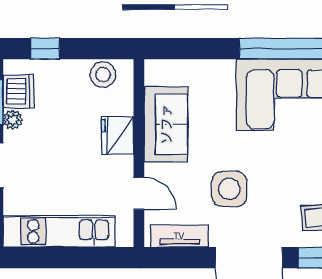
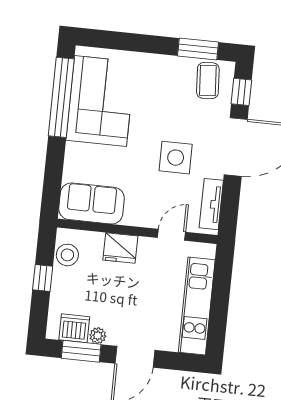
window: (45, 49) -> (43, 278), moved
sofa: (166, 124) -> (92, 203), moved

